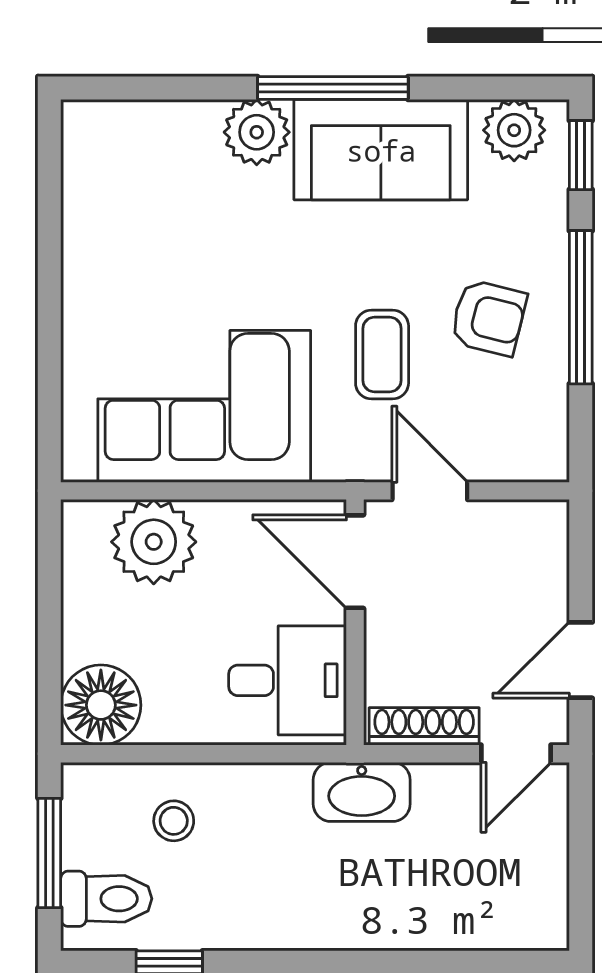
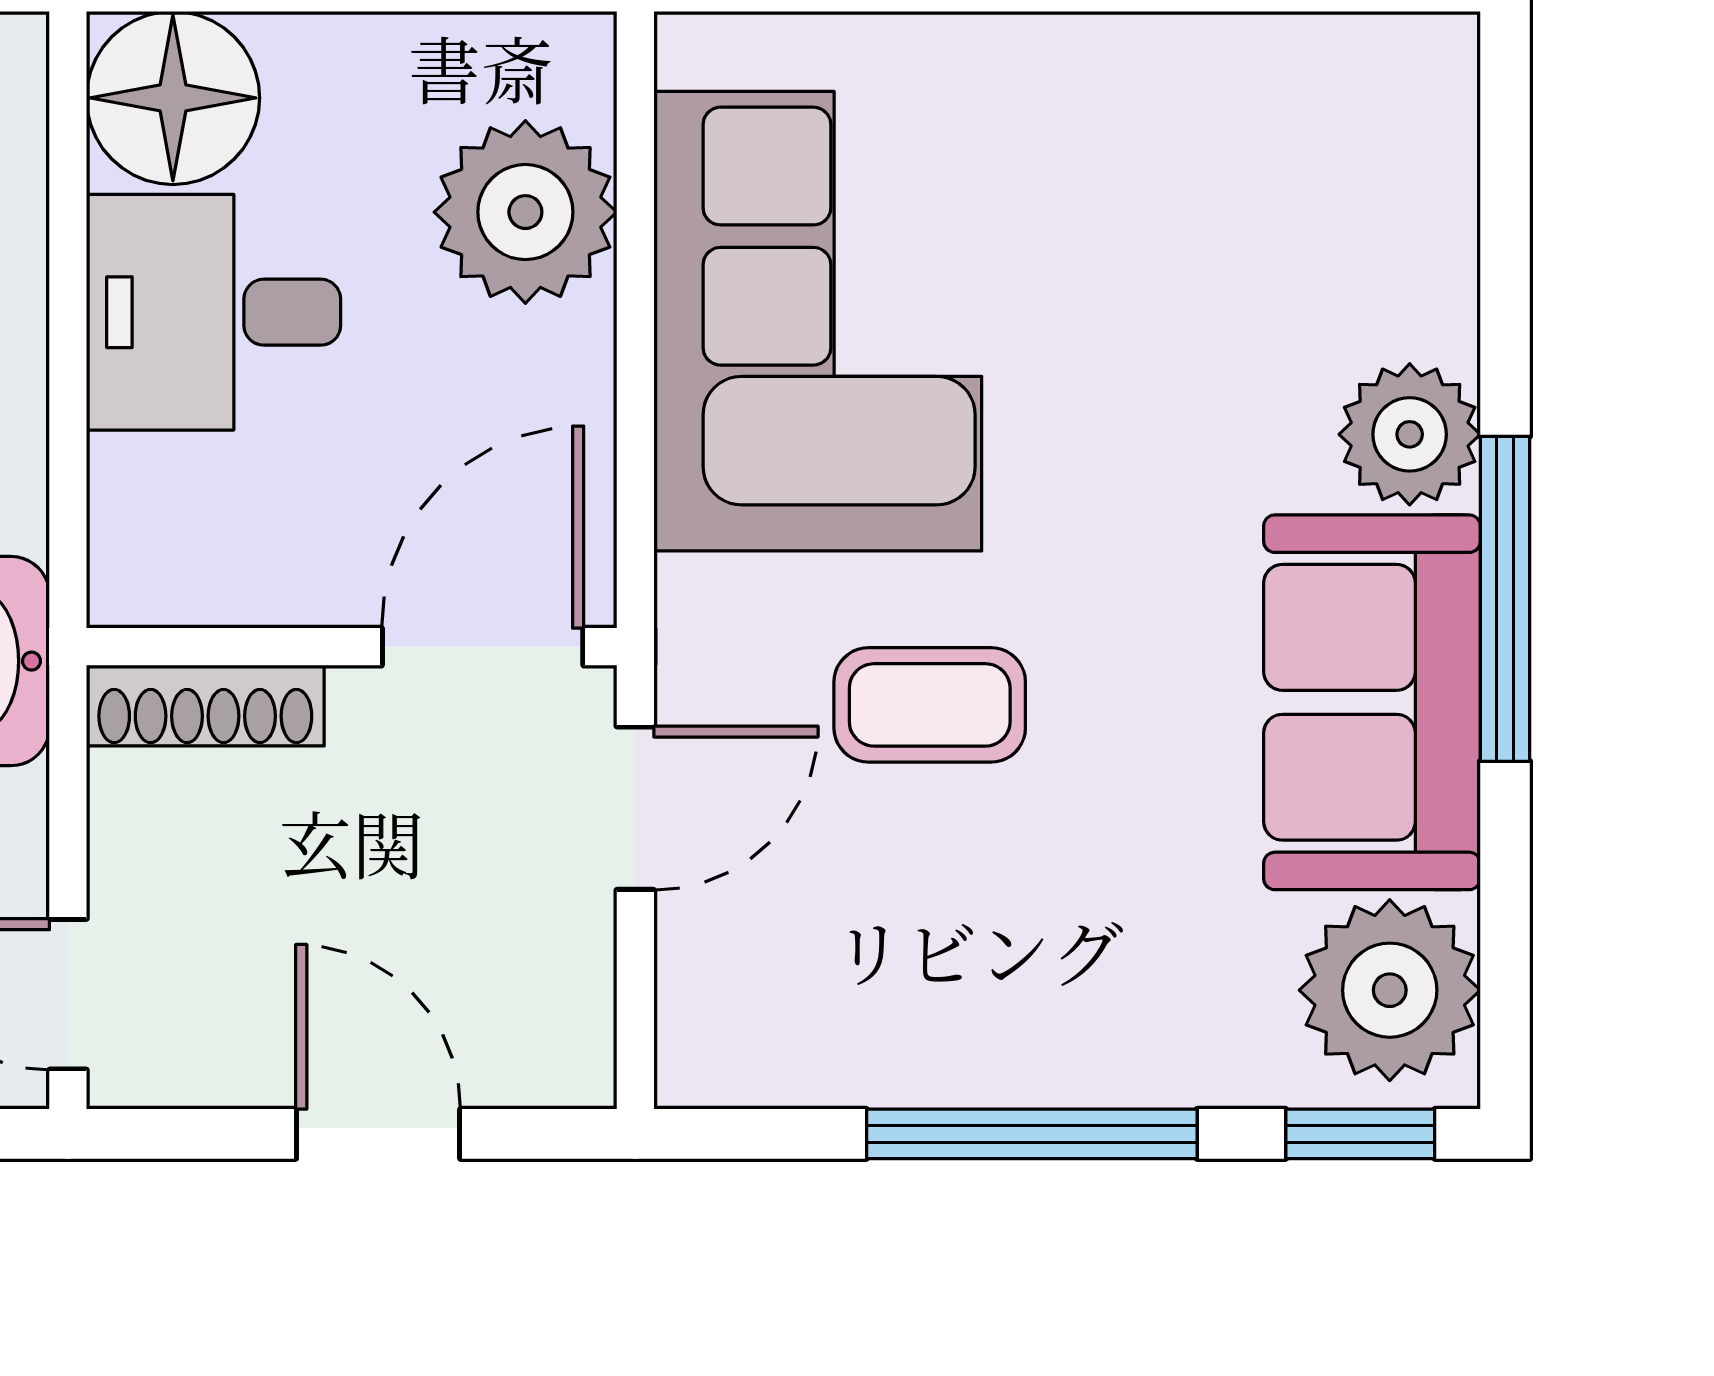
plant: (514, 130) -> (1390, 990), width x1.36, depth x1.36
armchair: (488, 318) -> (1009, 935), removed
door: (581, 660) -> (378, 1134), moved
desk: (288, 680) -> (213, 312), moved, turned 90
shoe rack: (424, 726) -> (205, 706), moved, turned 90

